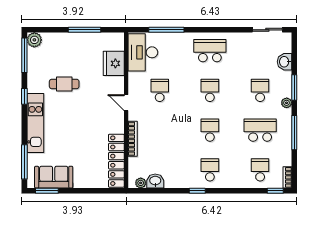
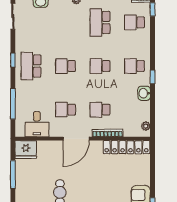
window: (217, 30) -> (13, 60), added
desk: (143, 52) -> (37, 124), width x0.73
fridge: (114, 63) -> (26, 149), moved
school desk: (260, 90) -> (100, 110), moved
door: (126, 103) -> (76, 139), width x1.88
washbasin: (155, 181) -> (144, 93), moved

